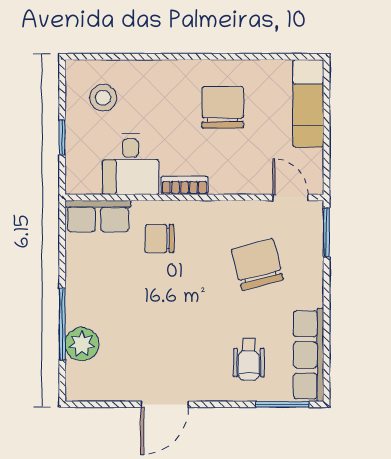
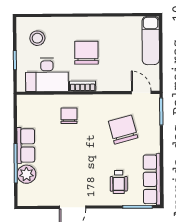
chair: (223, 107) -> (86, 53), moved
desk: (131, 164) -> (47, 75), width x1.37
row of seats: (98, 216) -> (26, 145), moved, turned -90
chair: (159, 239) -> (69, 116), turned 90

